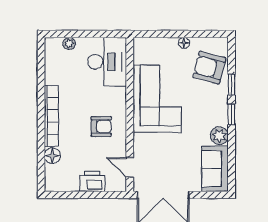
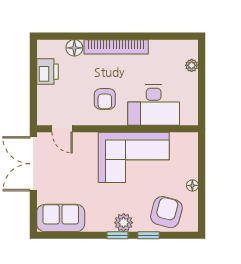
desk: (107, 62) -> (154, 105), moved
plant: (219, 136) -> (124, 223), moved
door: (130, 167) -> (62, 129), swing flipped
printer: (92, 181) -> (47, 72), moved

